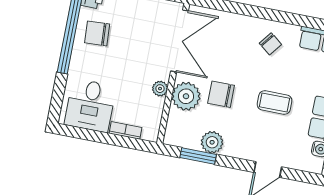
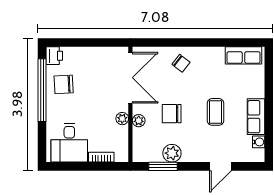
chair: (270, 44) -> (181, 63), moved
plant: (186, 96) -> (139, 121), width x0.53, depth x0.53
coffee table: (275, 103) -> (215, 112), turned 90

